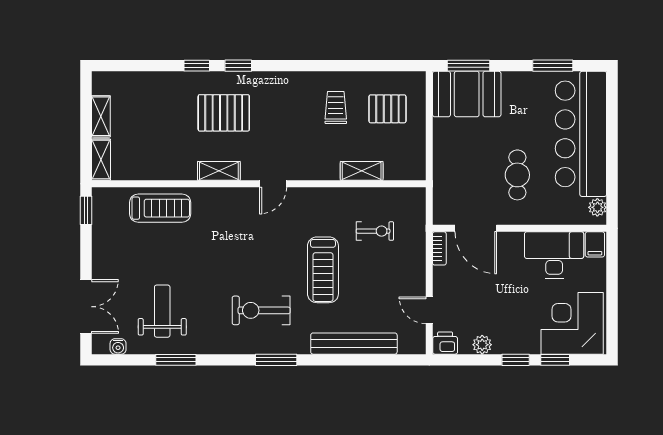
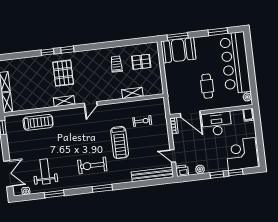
pallet: (224, 113) -> (63, 73), turned 90
desk: (554, 255) -> (217, 124), moved
bench: (354, 344) -> (152, 174), moved

